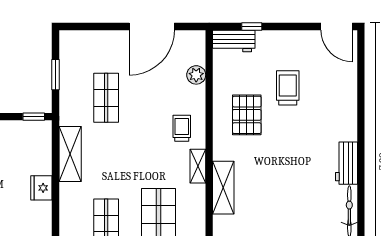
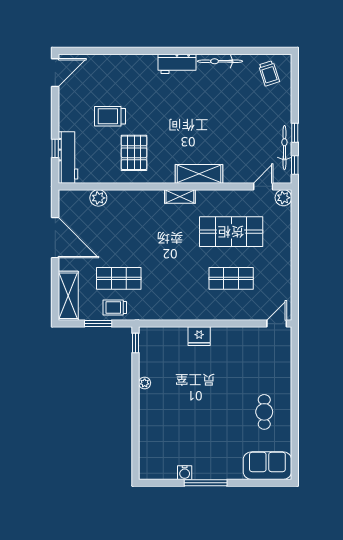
workbench: (234, 41) -> (68, 157), width x1.38
pallet: (247, 115) -> (134, 153), turned 90
trolley: (182, 128) -> (115, 307), moved
shelving: (70, 154) -> (68, 296), moved, turned 90

